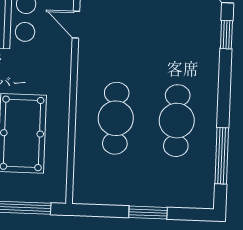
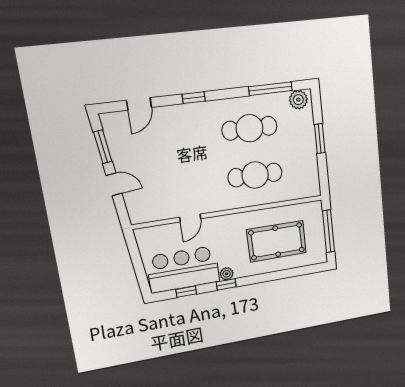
window: (226, 35) -> (194, 98), moved
plant: (203, 191) -> (298, 100), added

